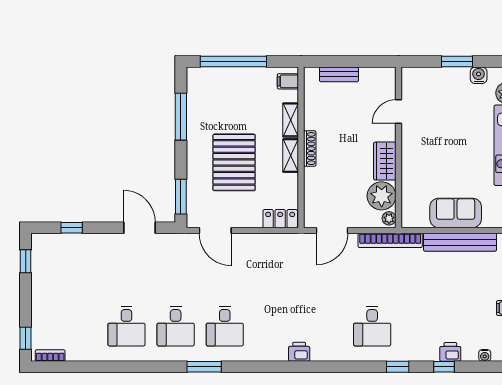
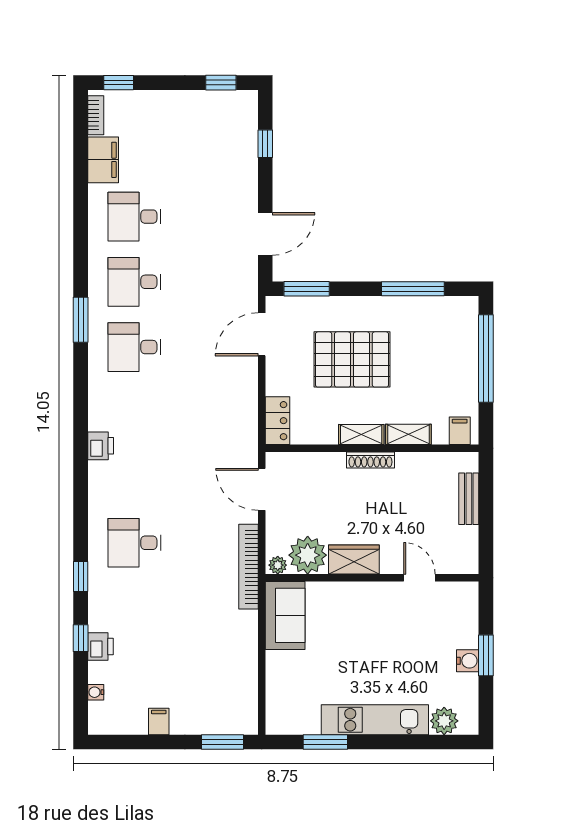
water cooler: (479, 75) -> (468, 661), moved
sofa: (456, 213) -> (285, 615), moved
bench: (460, 242) -> (246, 659), removed
filing cabinet: (84, 350) -> (103, 160), added

